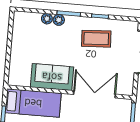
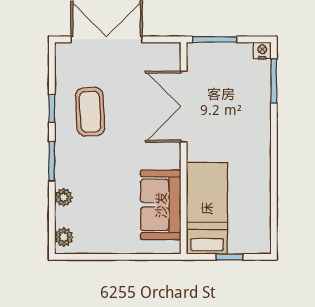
plant: (59, 20) -> (64, 237), moved
sofa: (52, 77) -> (161, 205), moved

